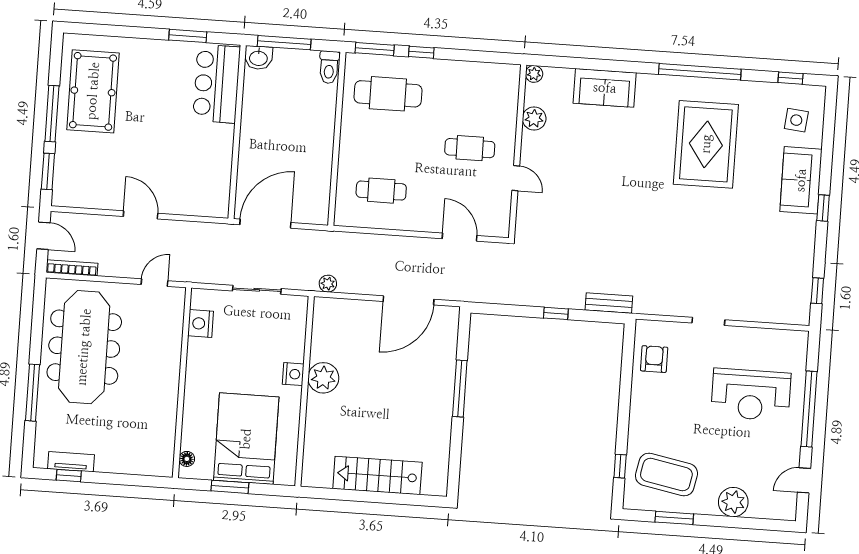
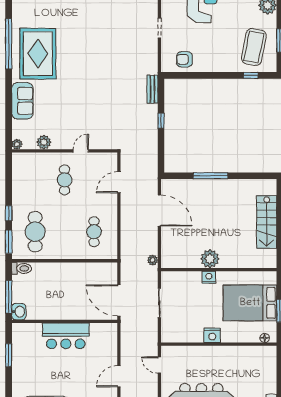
bar counter: (217, 84) -> (66, 336), moved
rug: (706, 144) -> (38, 54), moved, turned 90
nightstand: (201, 323) -> (212, 335), moved

